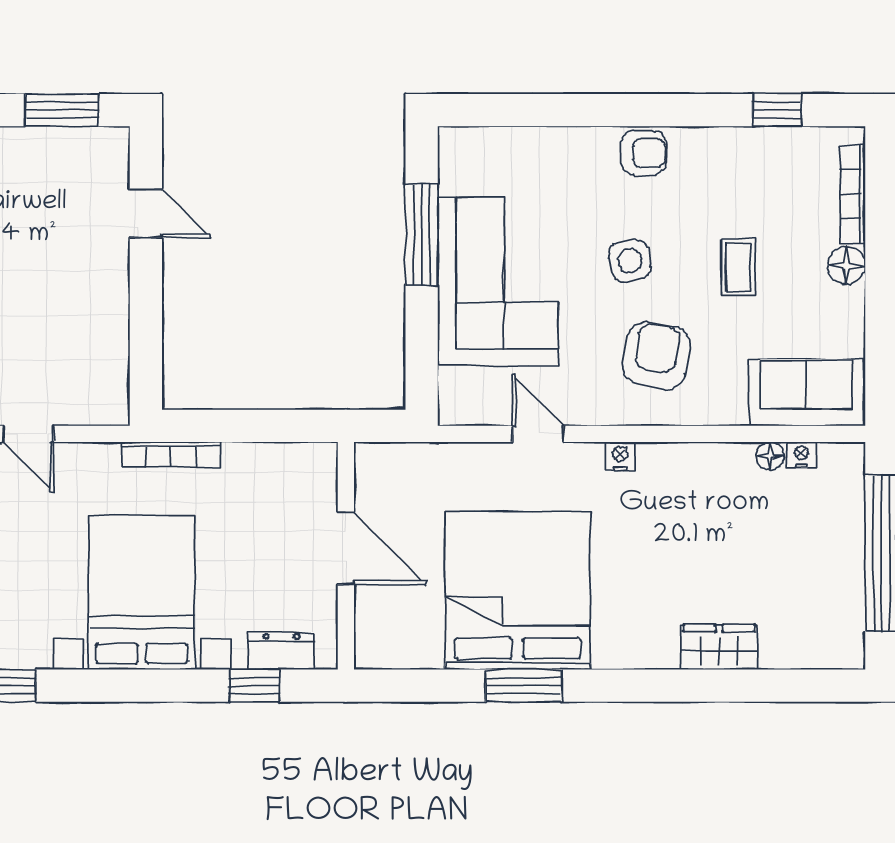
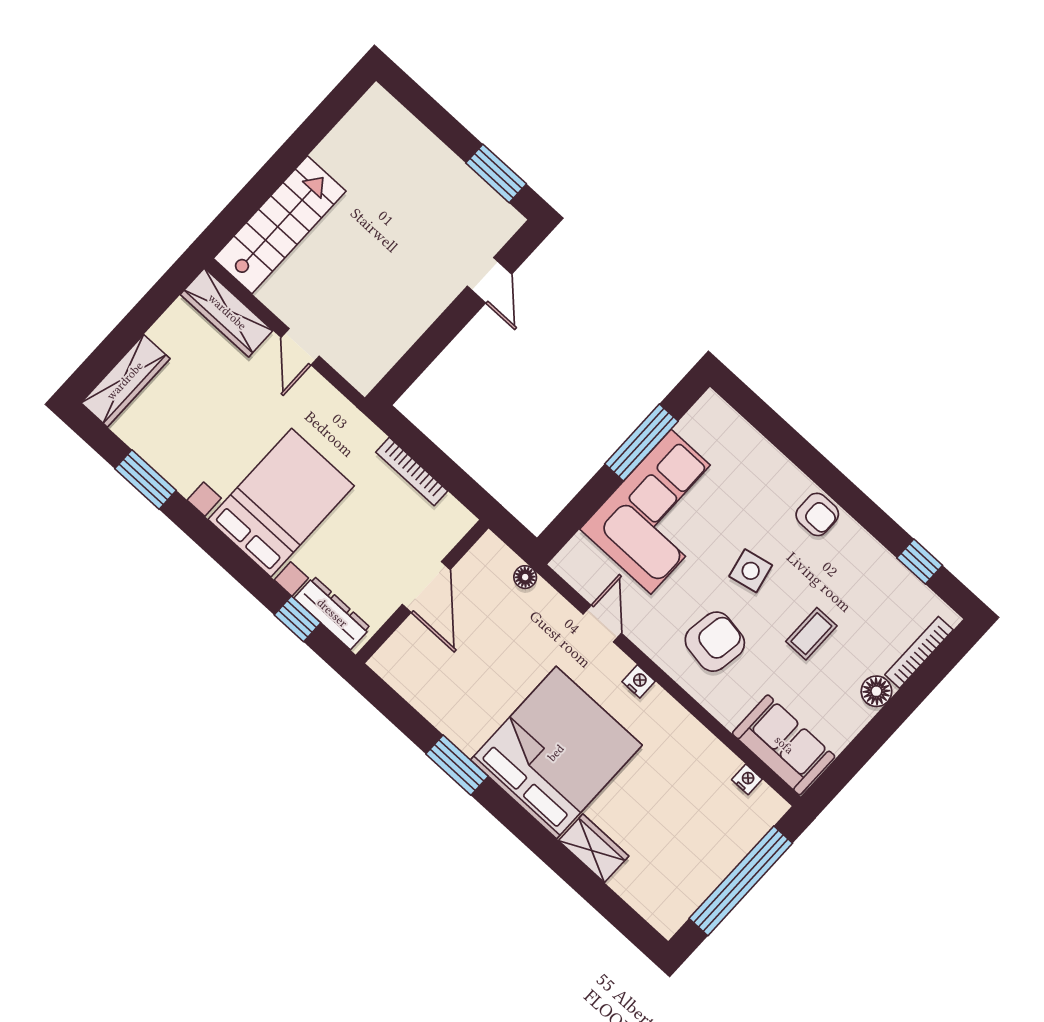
bookcase: (171, 454) -> (412, 472), moved
floor lamp: (770, 456) -> (525, 577), moved
bed: (518, 591) -> (556, 753), moved
dresser: (281, 651) -> (332, 613), width x1.44

